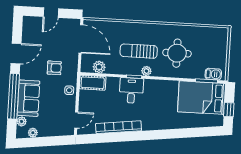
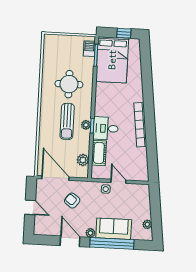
door: (81, 39) -> (55, 178), hinge flipped
armchair: (54, 68) -> (72, 201), moved, turned -53
plant: (146, 71) -> (86, 125), moved
cot: (93, 83) -> (99, 153), moved
door: (76, 120) -> (118, 181), moved
plant: (22, 121) -> (90, 233), moved
bookcase: (119, 127) -> (140, 125), moved

